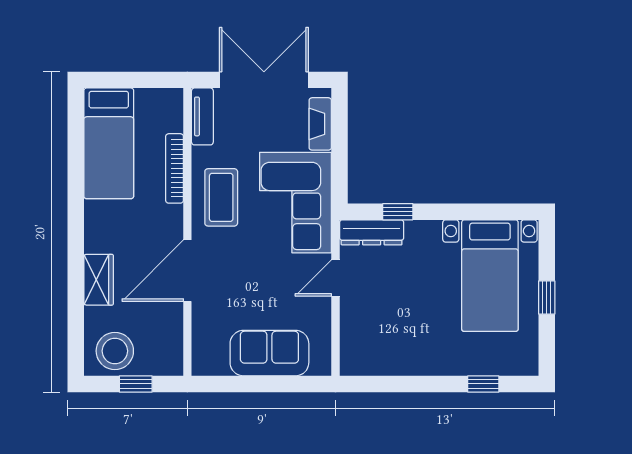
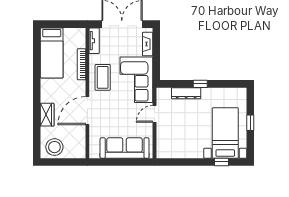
window: (398, 212) -> (200, 84), moved
dresser: (372, 232) -> (186, 93), moved
bed with nightstands: (490, 276) -> (225, 133), moved, turned 180
sofa: (269, 353) -> (125, 148), width x1.36
window: (136, 384) -> (64, 162), removed

